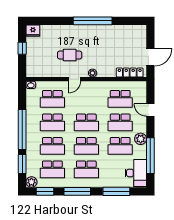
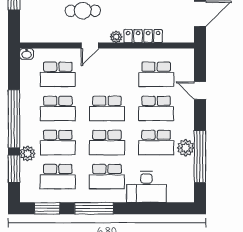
locker: (130, 72) -> (143, 36), moved
plant: (141, 139) -> (186, 148), moved
desk: (136, 173) -> (146, 187), moved, turned 90
plant: (31, 182) -> (28, 153), moved
window: (116, 191) -> (151, 208), removed

